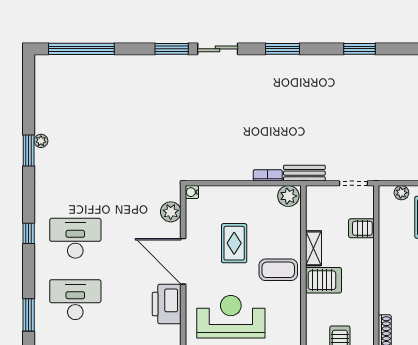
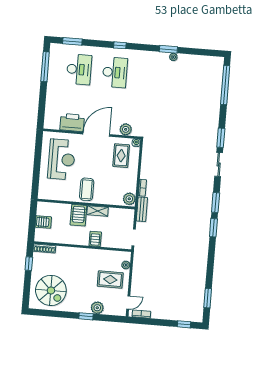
window: (360, 49) -> (213, 228), moved
server rack: (361, 228) -> (95, 239), moved
rug: (234, 243) -> (121, 156), moved, turned 90

